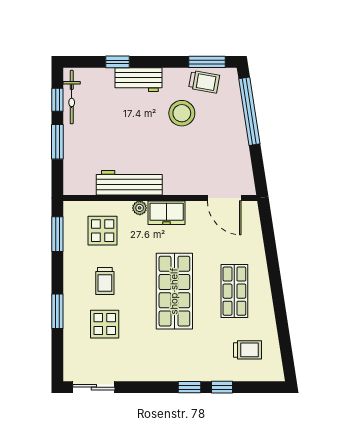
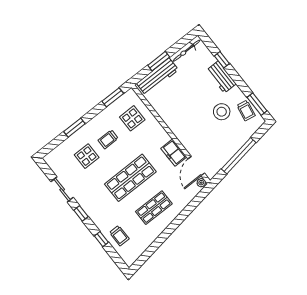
window: (57, 100) -> (180, 45), removed
window: (249, 111) -> (239, 156), moved
workbench: (129, 183) -> (157, 77), moved, turned 90
plant: (140, 208) -> (201, 183), moved
freezer: (167, 213) -> (174, 153), moved
trolley: (248, 350) -> (119, 236), moved
sliding door: (94, 387) -> (62, 190), moved
window: (189, 387) -> (81, 213), moved

